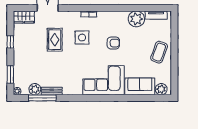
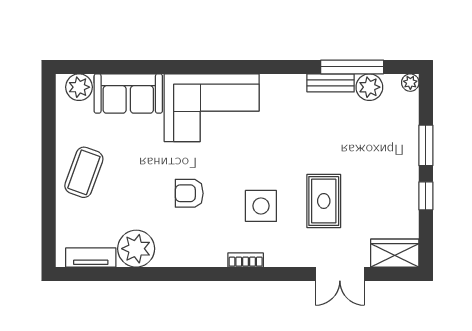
window: (10, 74) -> (426, 145), moved

